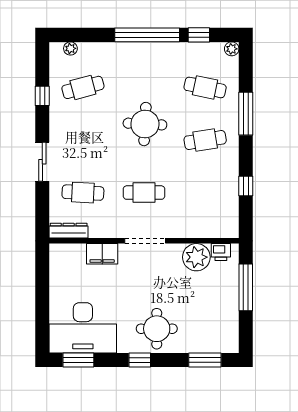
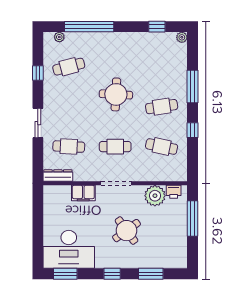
window: (147, 35) -> (89, 27), moved
cafe table: (205, 87) -> (162, 147), moved
window: (246, 186) -> (193, 130), moved
round table: (157, 329) -> (127, 231), moved, turned -36
window: (205, 360) -> (151, 274), moved

